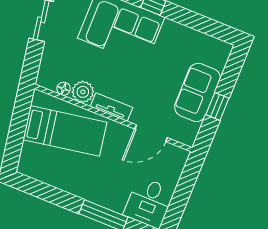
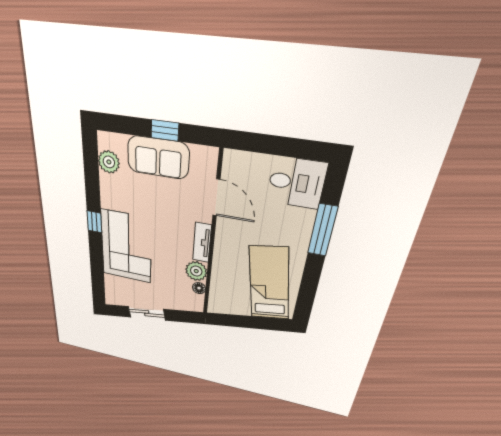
plant: (205, 45) -> (109, 162), added
bed: (65, 131) -> (269, 283), moved

